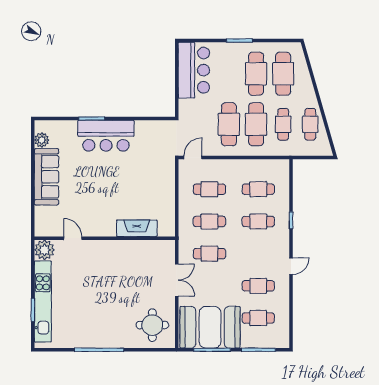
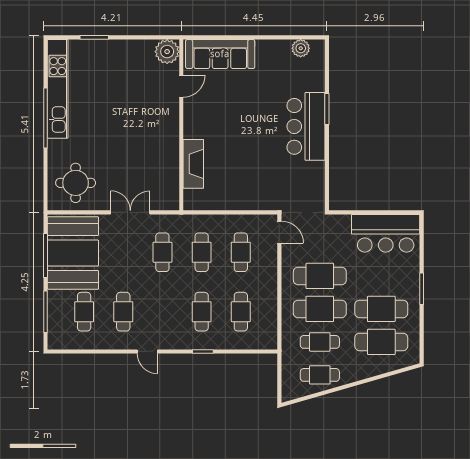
sofa: (46, 177) -> (220, 54), moved
double door: (177, 280) -> (130, 212), swing flipped
kitchen unit: (43, 302) -> (58, 89), moved, turned -90

